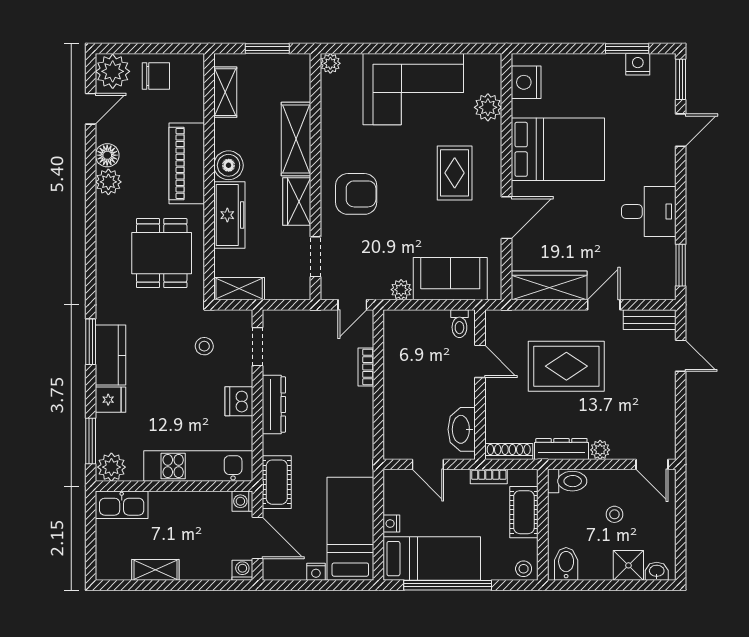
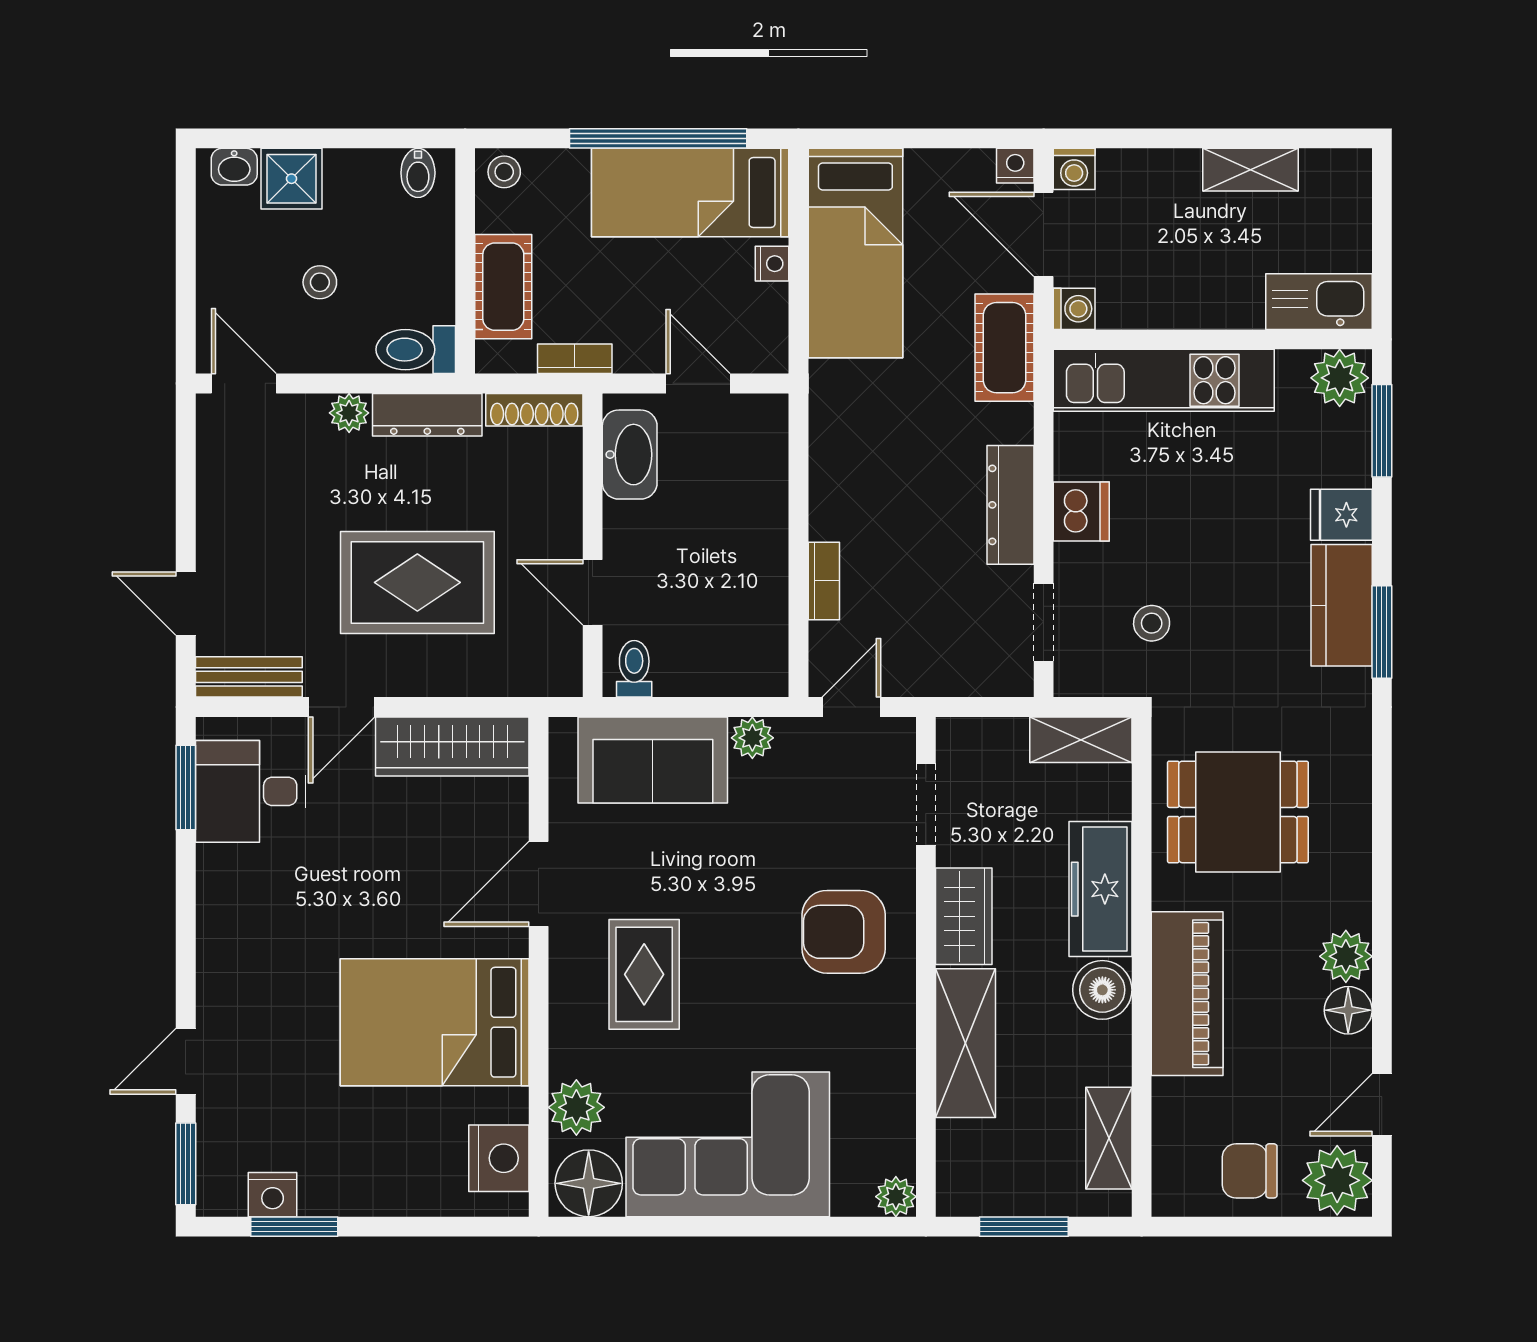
floor lamp: (482, 70) -> (589, 1183), added
desk: (649, 212) -> (250, 791), moved
dining table: (162, 253) -> (1238, 812), turned 90
bidet: (566, 564) -> (418, 173), width x0.72, depth x0.74
nightstand: (316, 572) -> (1015, 166), moved

